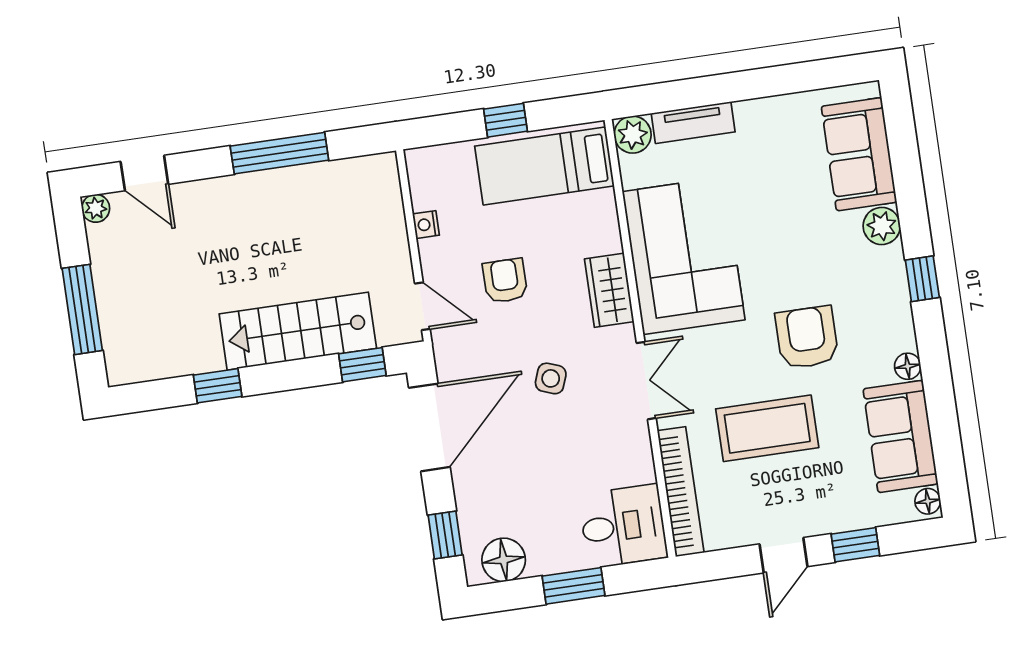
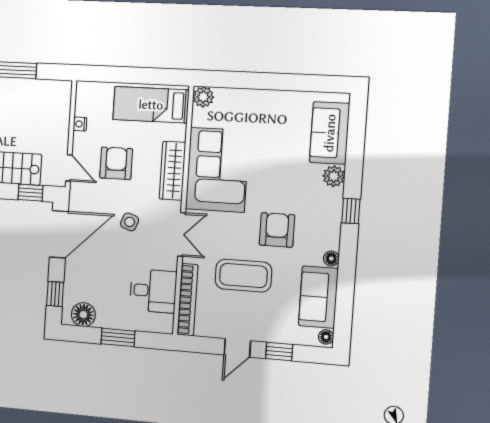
window: (506, 120) -> (135, 75), removed
tv unit: (693, 123) -> (239, 97), removed
armchair: (505, 281) -> (116, 163), width x1.38, depth x1.38
wardrobe: (609, 290) -> (172, 171), width x1.50
desk: (623, 526) -> (153, 291), moved

